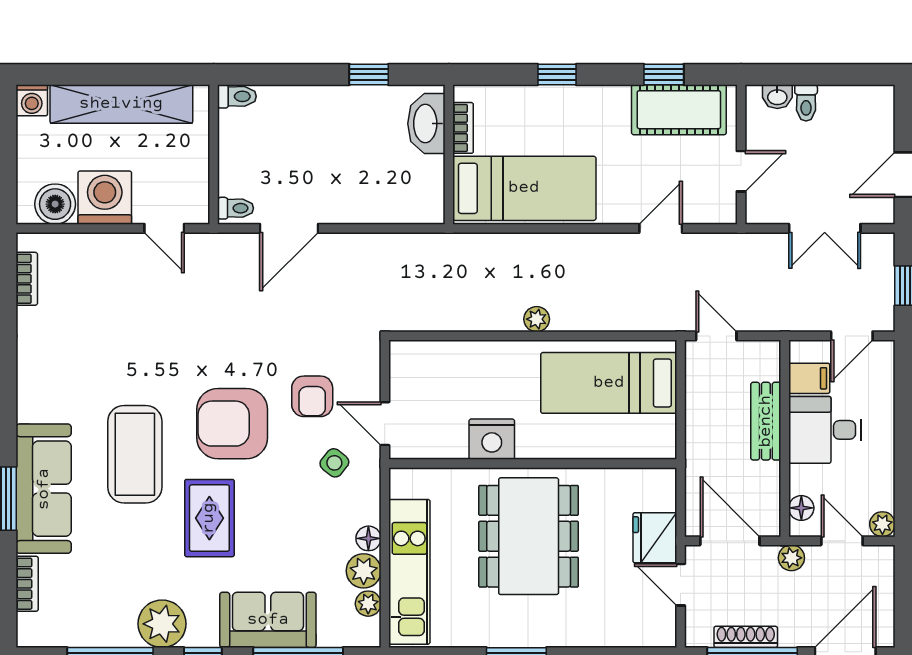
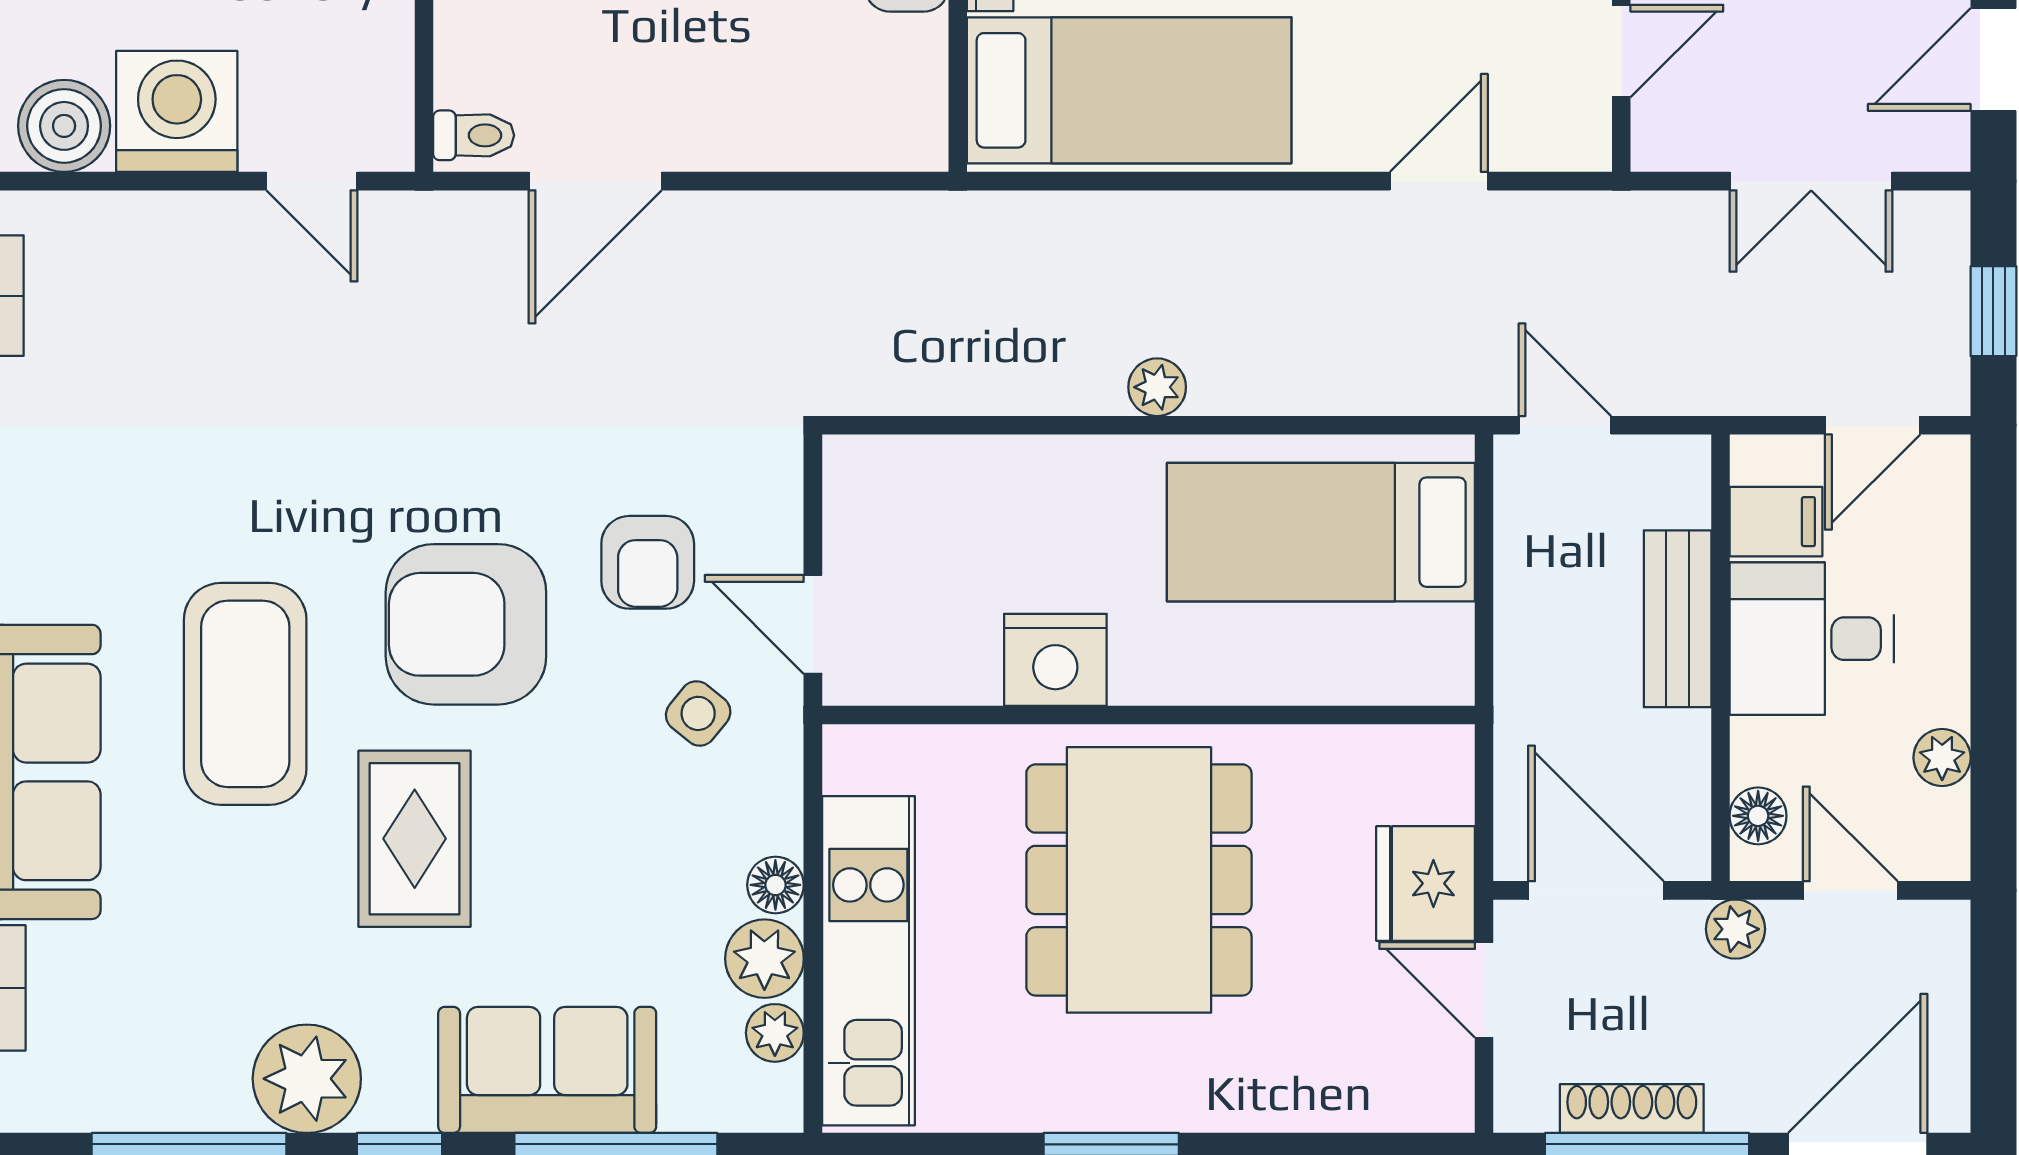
plant: (882, 524) -> (1942, 758), moved

